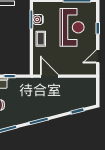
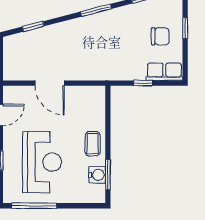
reception desk: (72, 27) -> (42, 162), turned 180
door: (49, 76) -> (50, 83), moved

